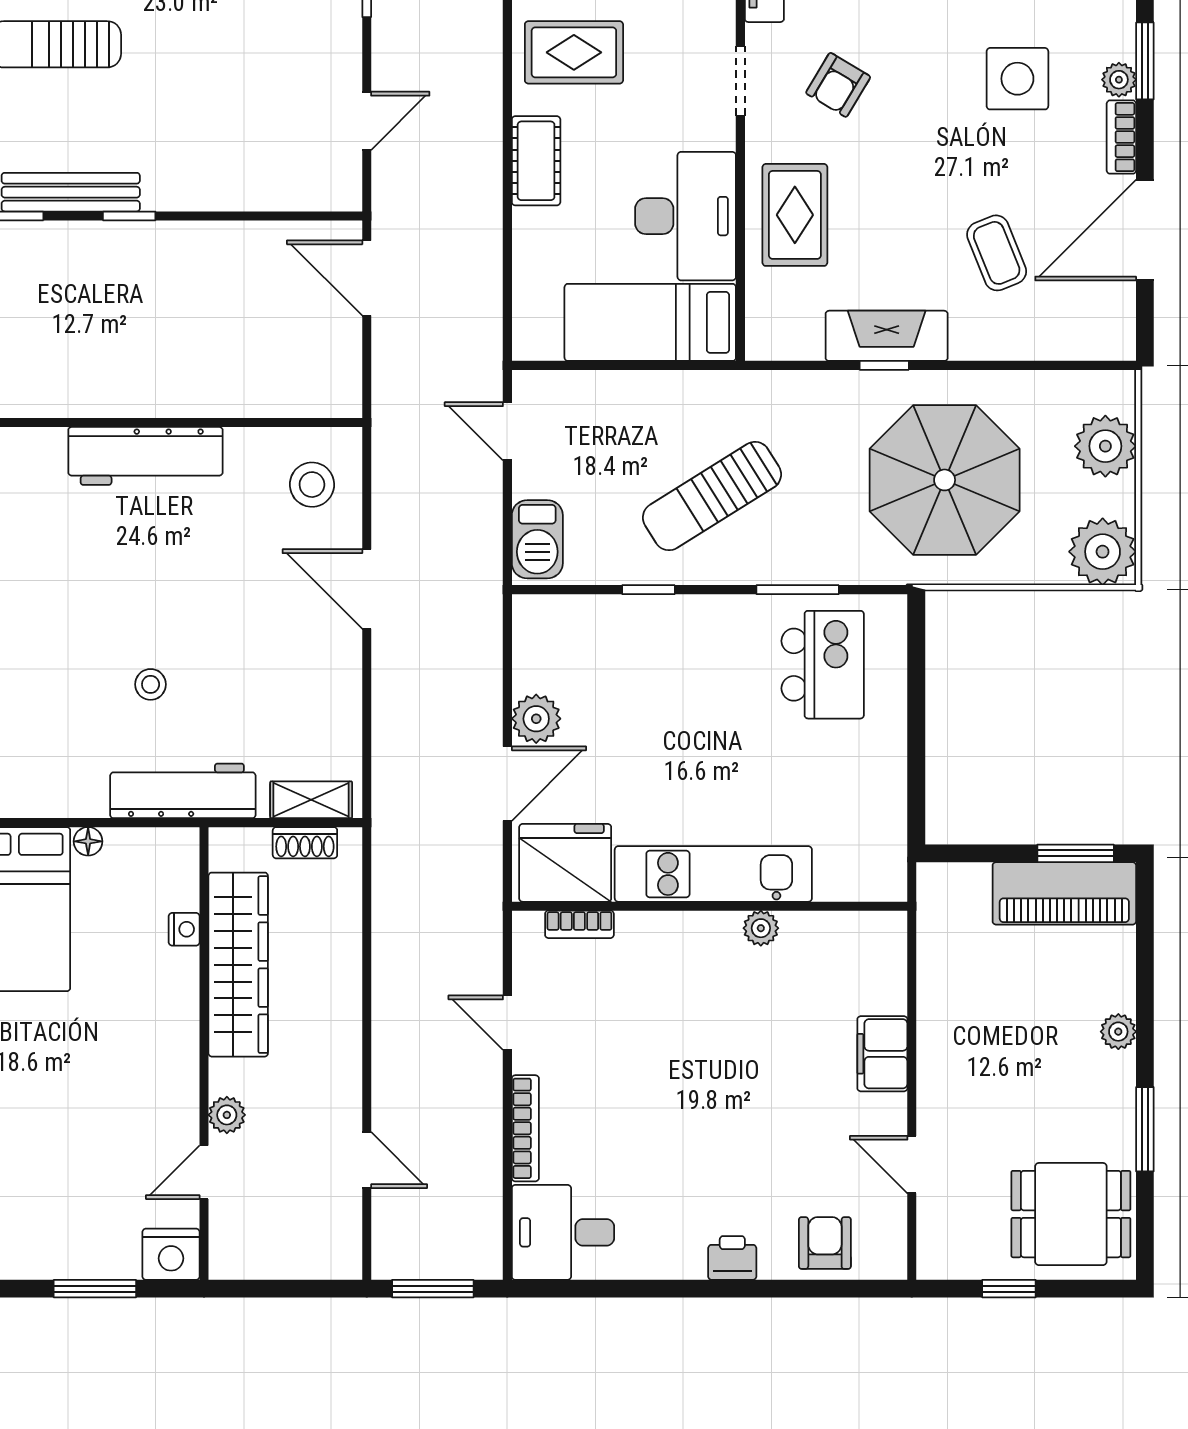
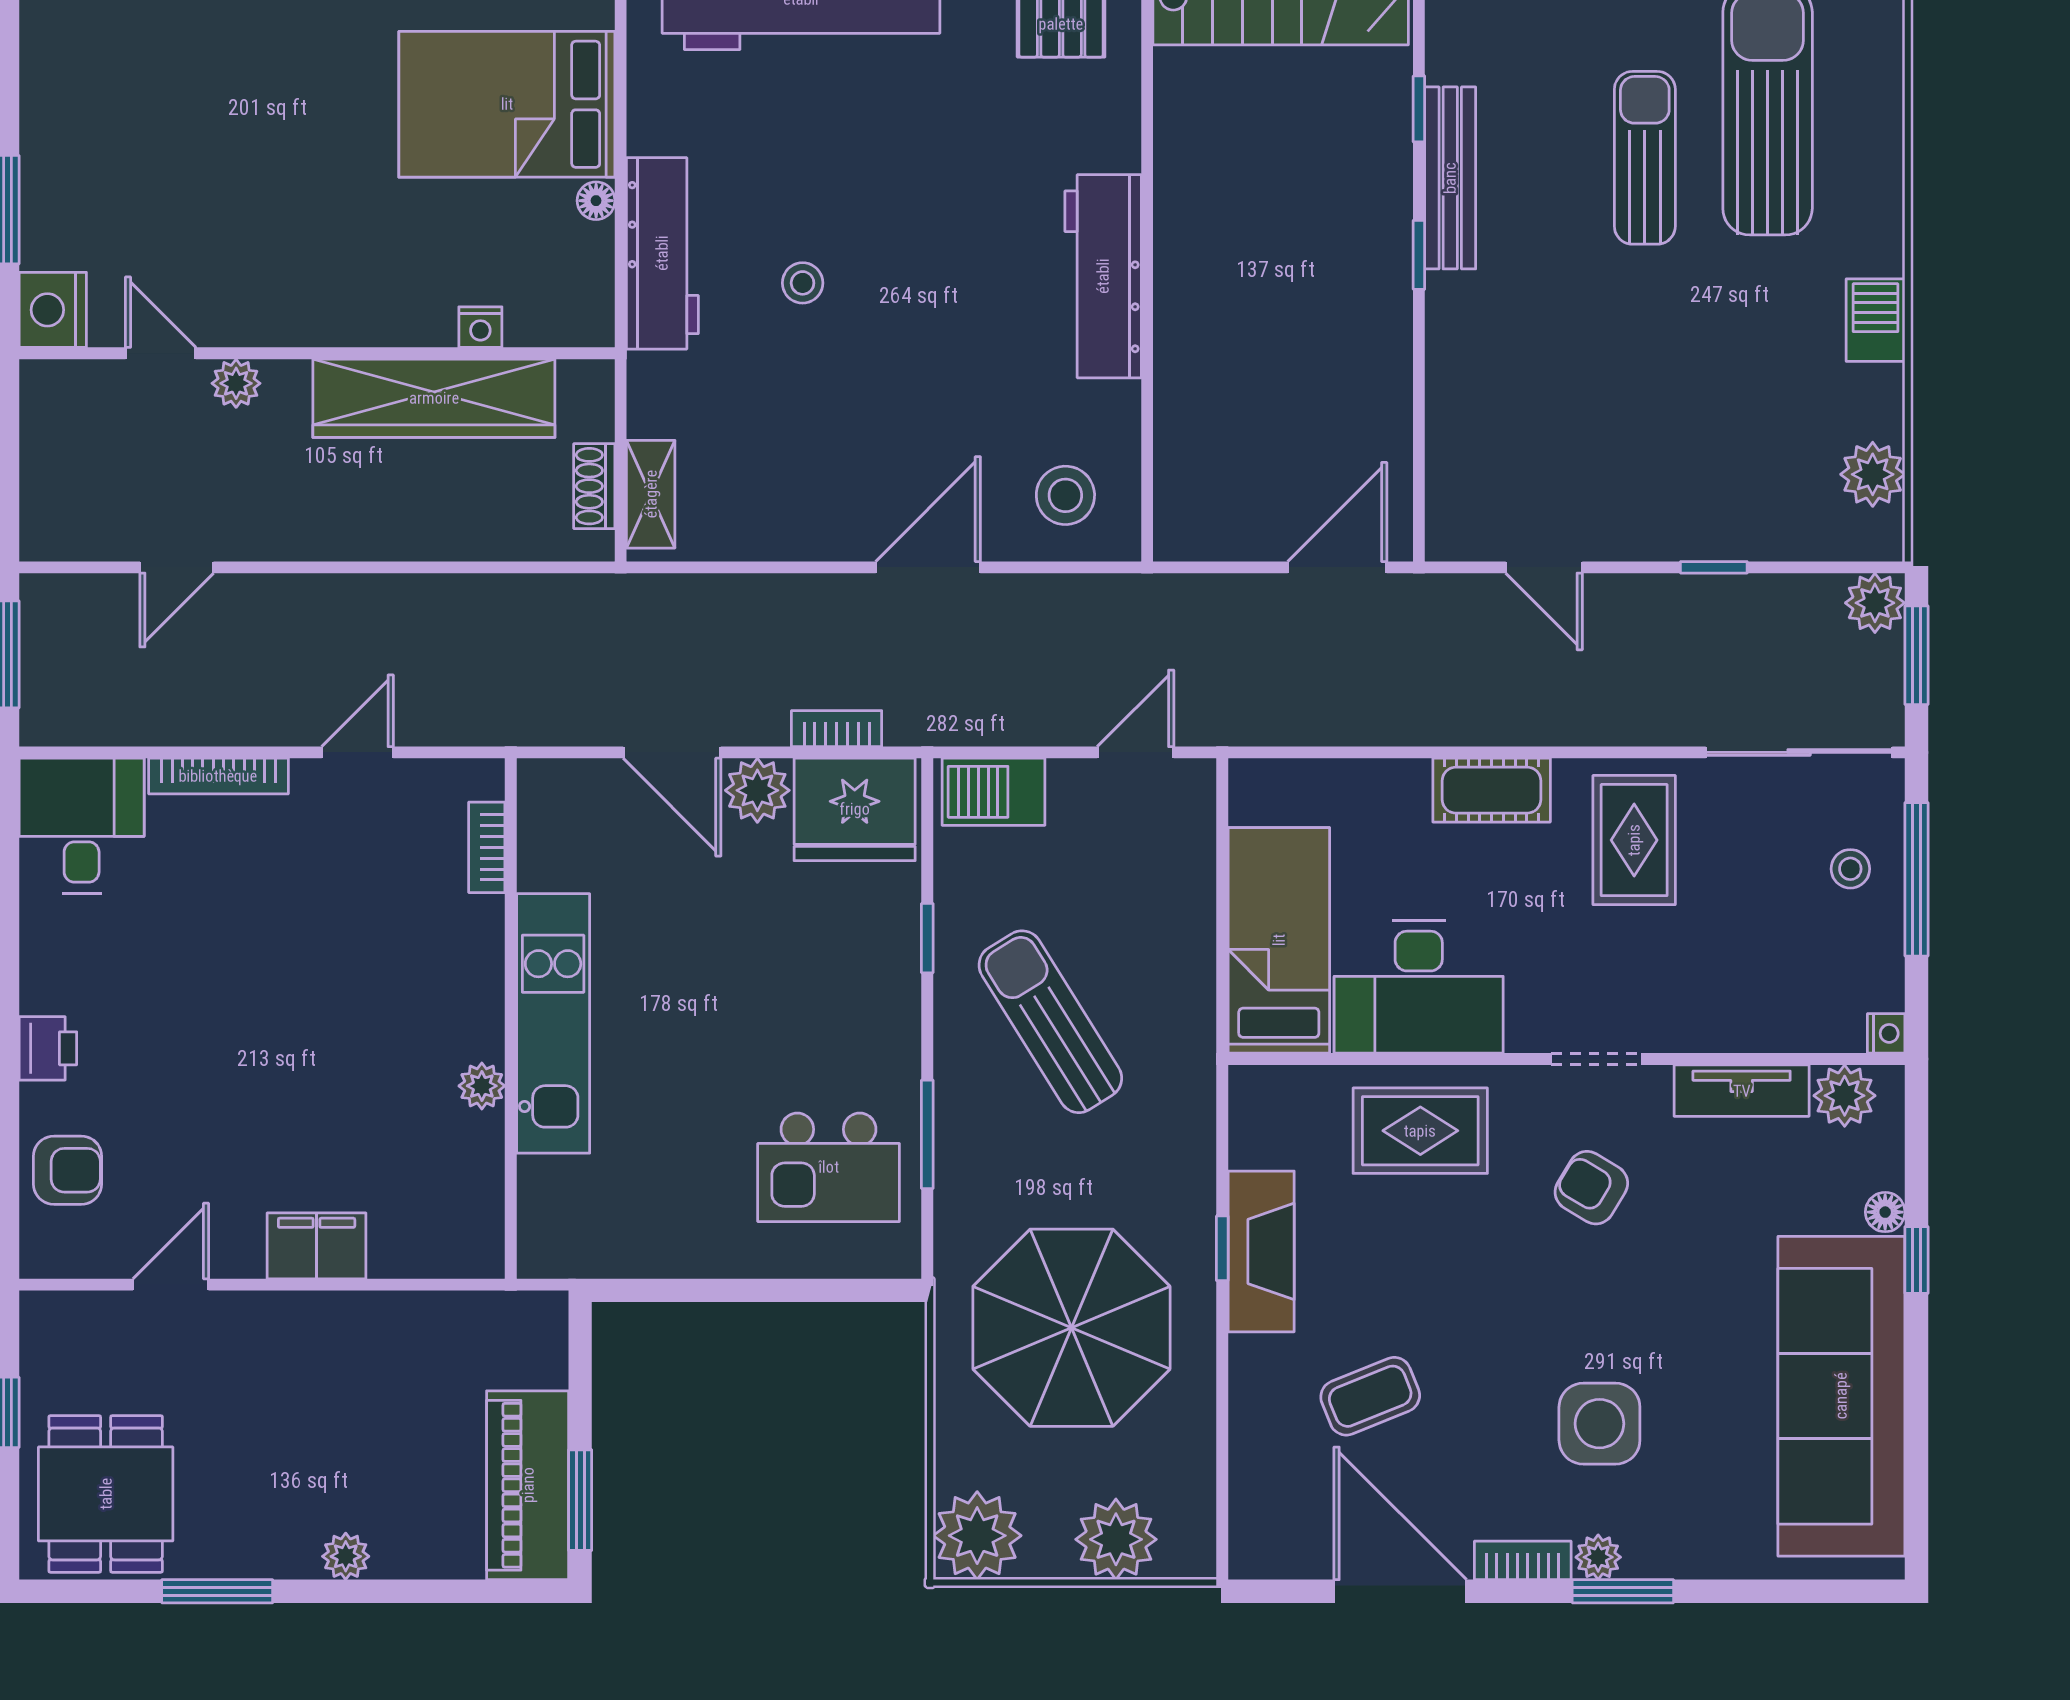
bookcase: (489, 659) -> (837, 729), added
workbench: (183, 791) -> (662, 253), moved
fridge: (565, 863) -> (855, 809), moved, turned 90

